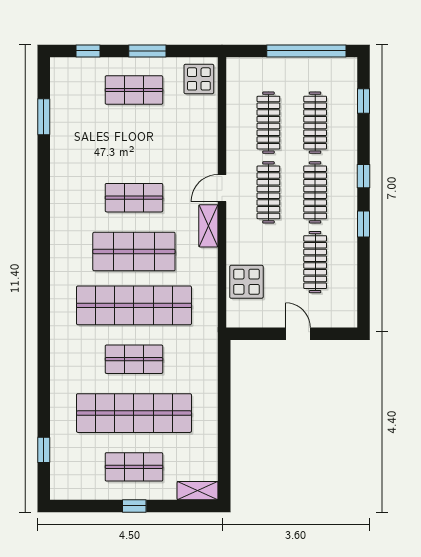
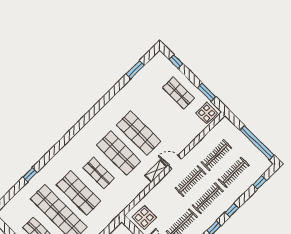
window: (147, 51) -> (207, 92), moved
shop shelf: (134, 198) -> (139, 133), width x1.43, depth x1.36
display table: (246, 282) -> (144, 217), moved
shop shelf: (134, 305) -> (99, 173), width x0.50, depth x0.74
shop shelf: (134, 359) -> (79, 193), width x1.43, depth x1.36
window: (44, 450) -> (30, 175), moved

